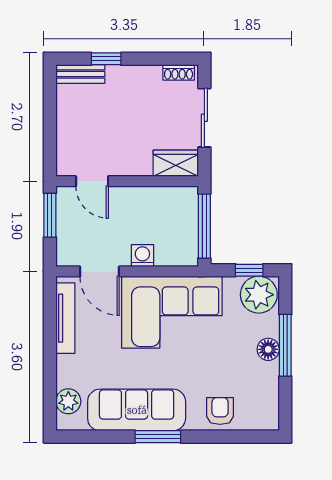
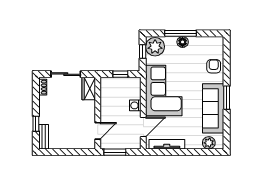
window: (204, 226) -> (120, 74), width x0.46
armchair: (220, 411) -> (214, 66), turned 90

